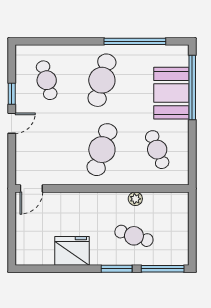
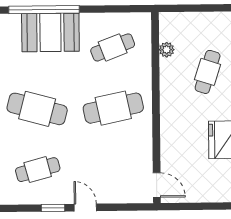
cafe table: (102, 150) -> (113, 108), turned -30
plant: (135, 199) -> (167, 50), moved

